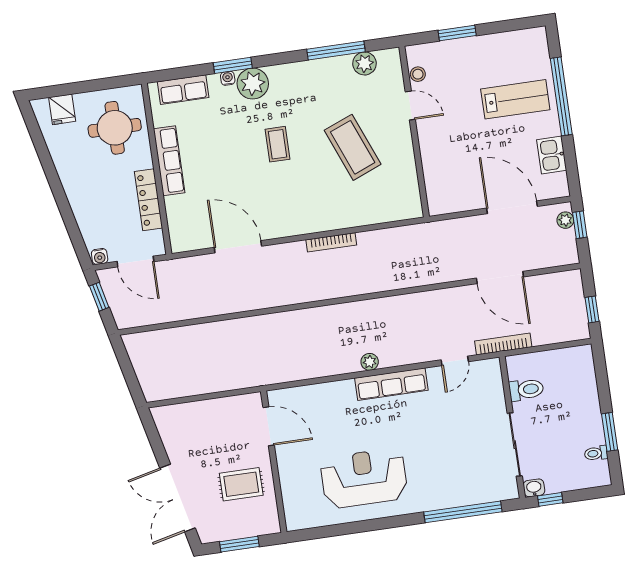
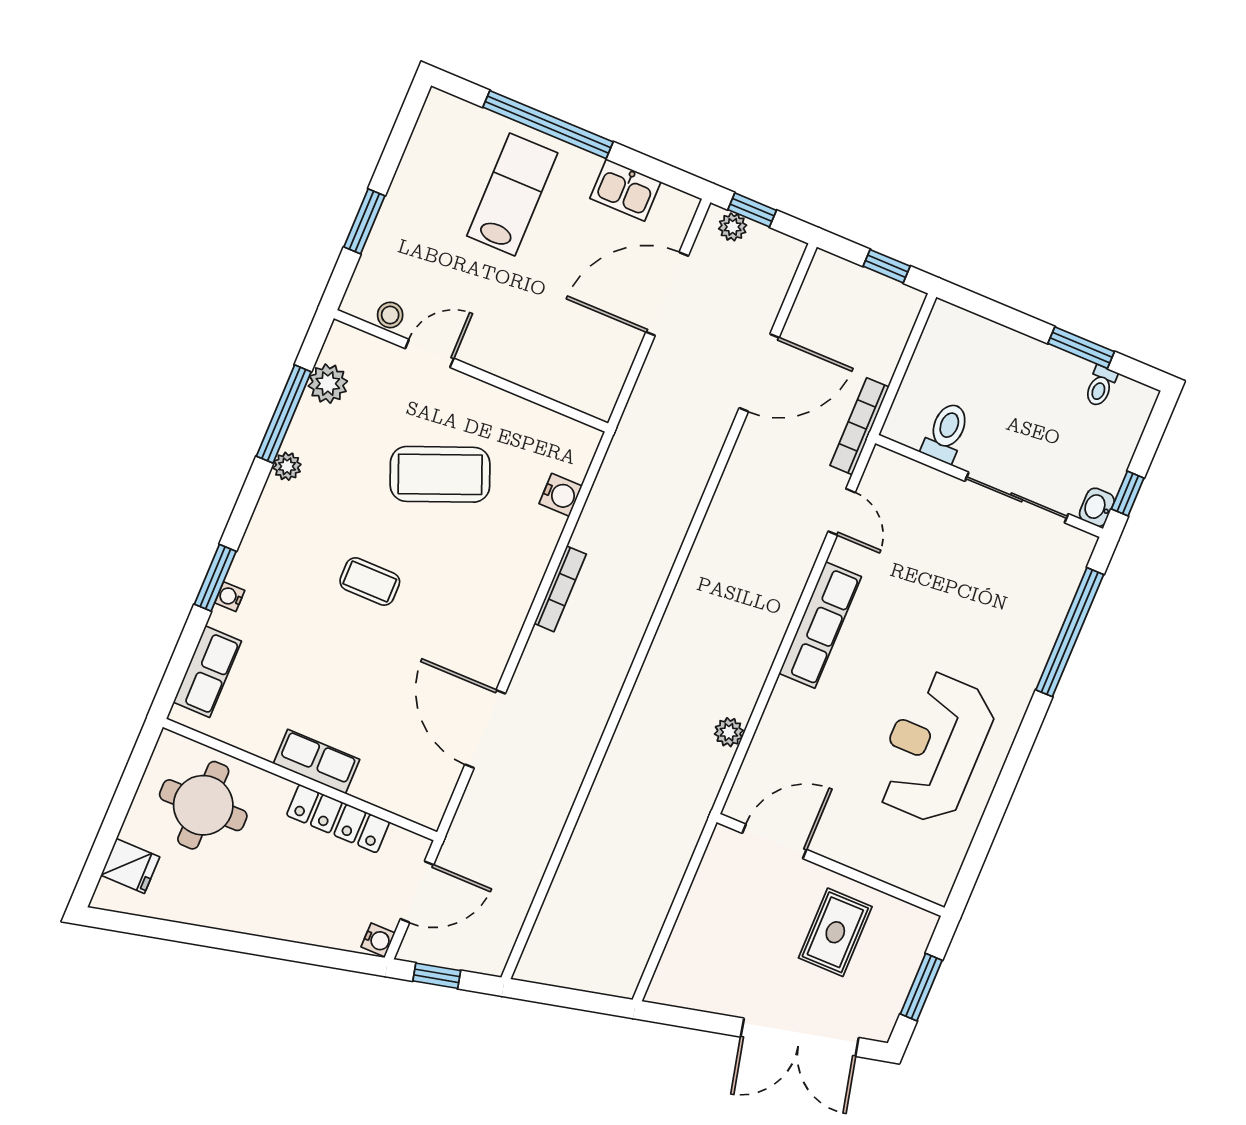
plant: (253, 84) -> (287, 466), moved, width x0.53, depth x0.53
row of seats: (169, 161) -> (316, 762), width x0.68
water cooler: (379, 214) -> (561, 495), added
door: (238, 247) -> (485, 729), hinge flipped
plant: (370, 362) -> (729, 732), moved

